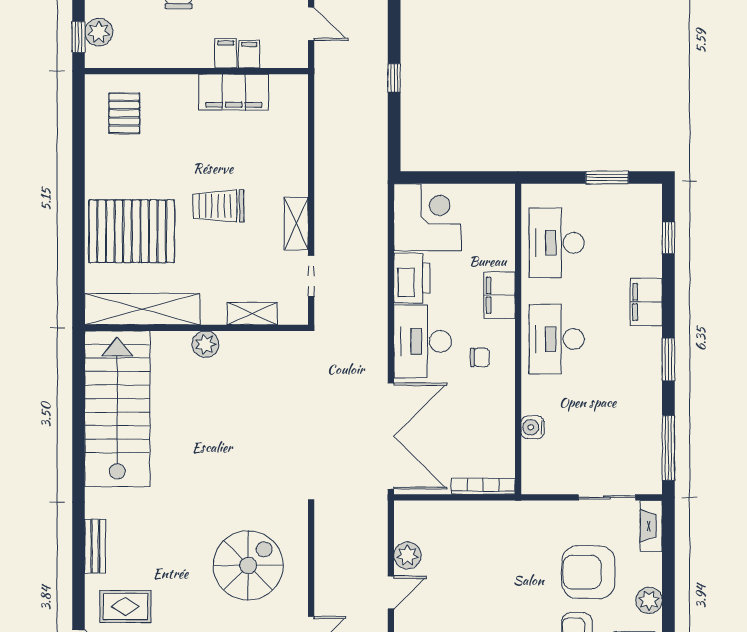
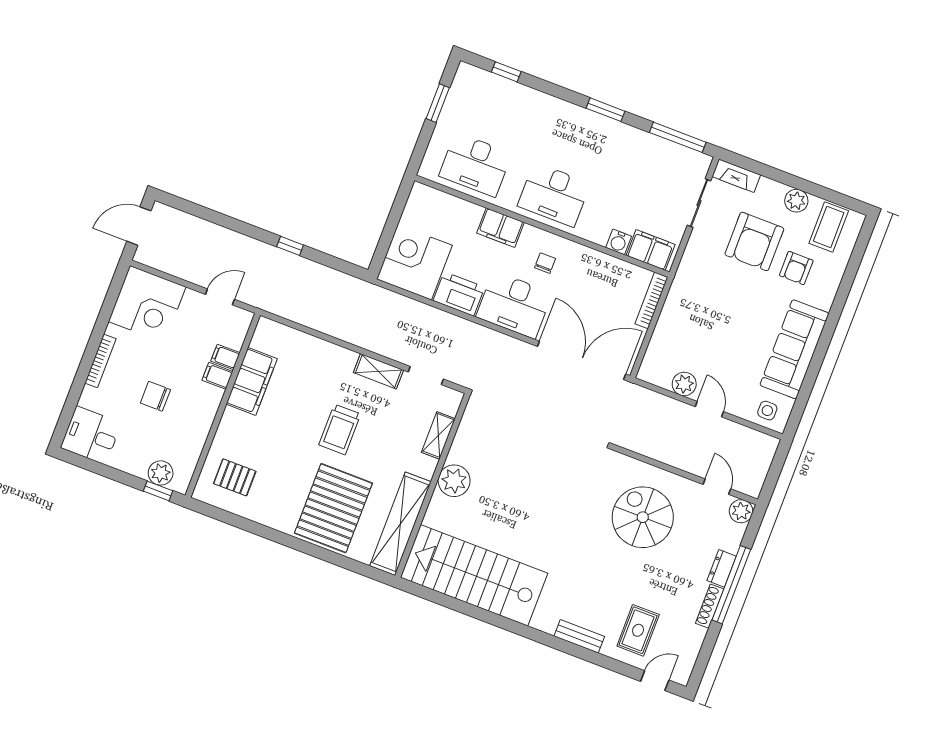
filing cabinet: (646, 302) -> (651, 250), moved, turned 180
plant: (205, 344) -> (454, 481), width x1.36, depth x1.36

